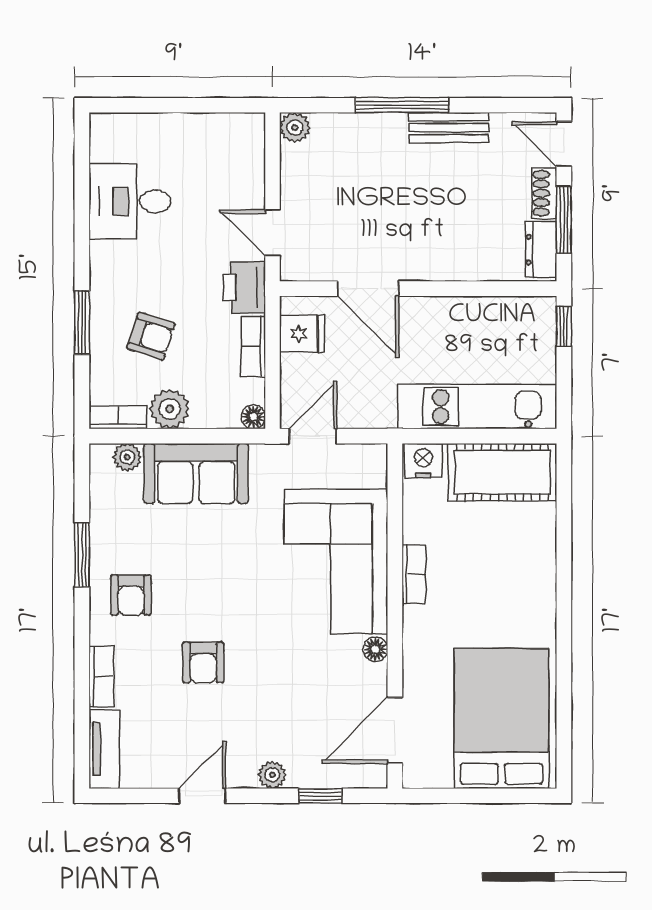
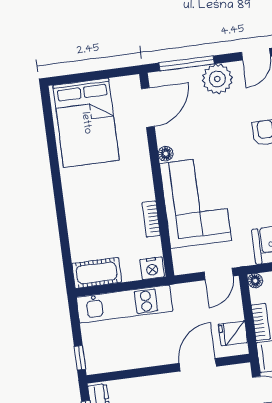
door: (368, 289) -> (198, 365), hinge flipped
cot: (502, 472) -> (97, 273), width x0.73, depth x0.75
bookcase: (414, 574) -> (151, 219), moved
plant: (272, 775) -> (217, 79), width x1.87, depth x1.87
window: (320, 796) -> (187, 63), width x2.17

